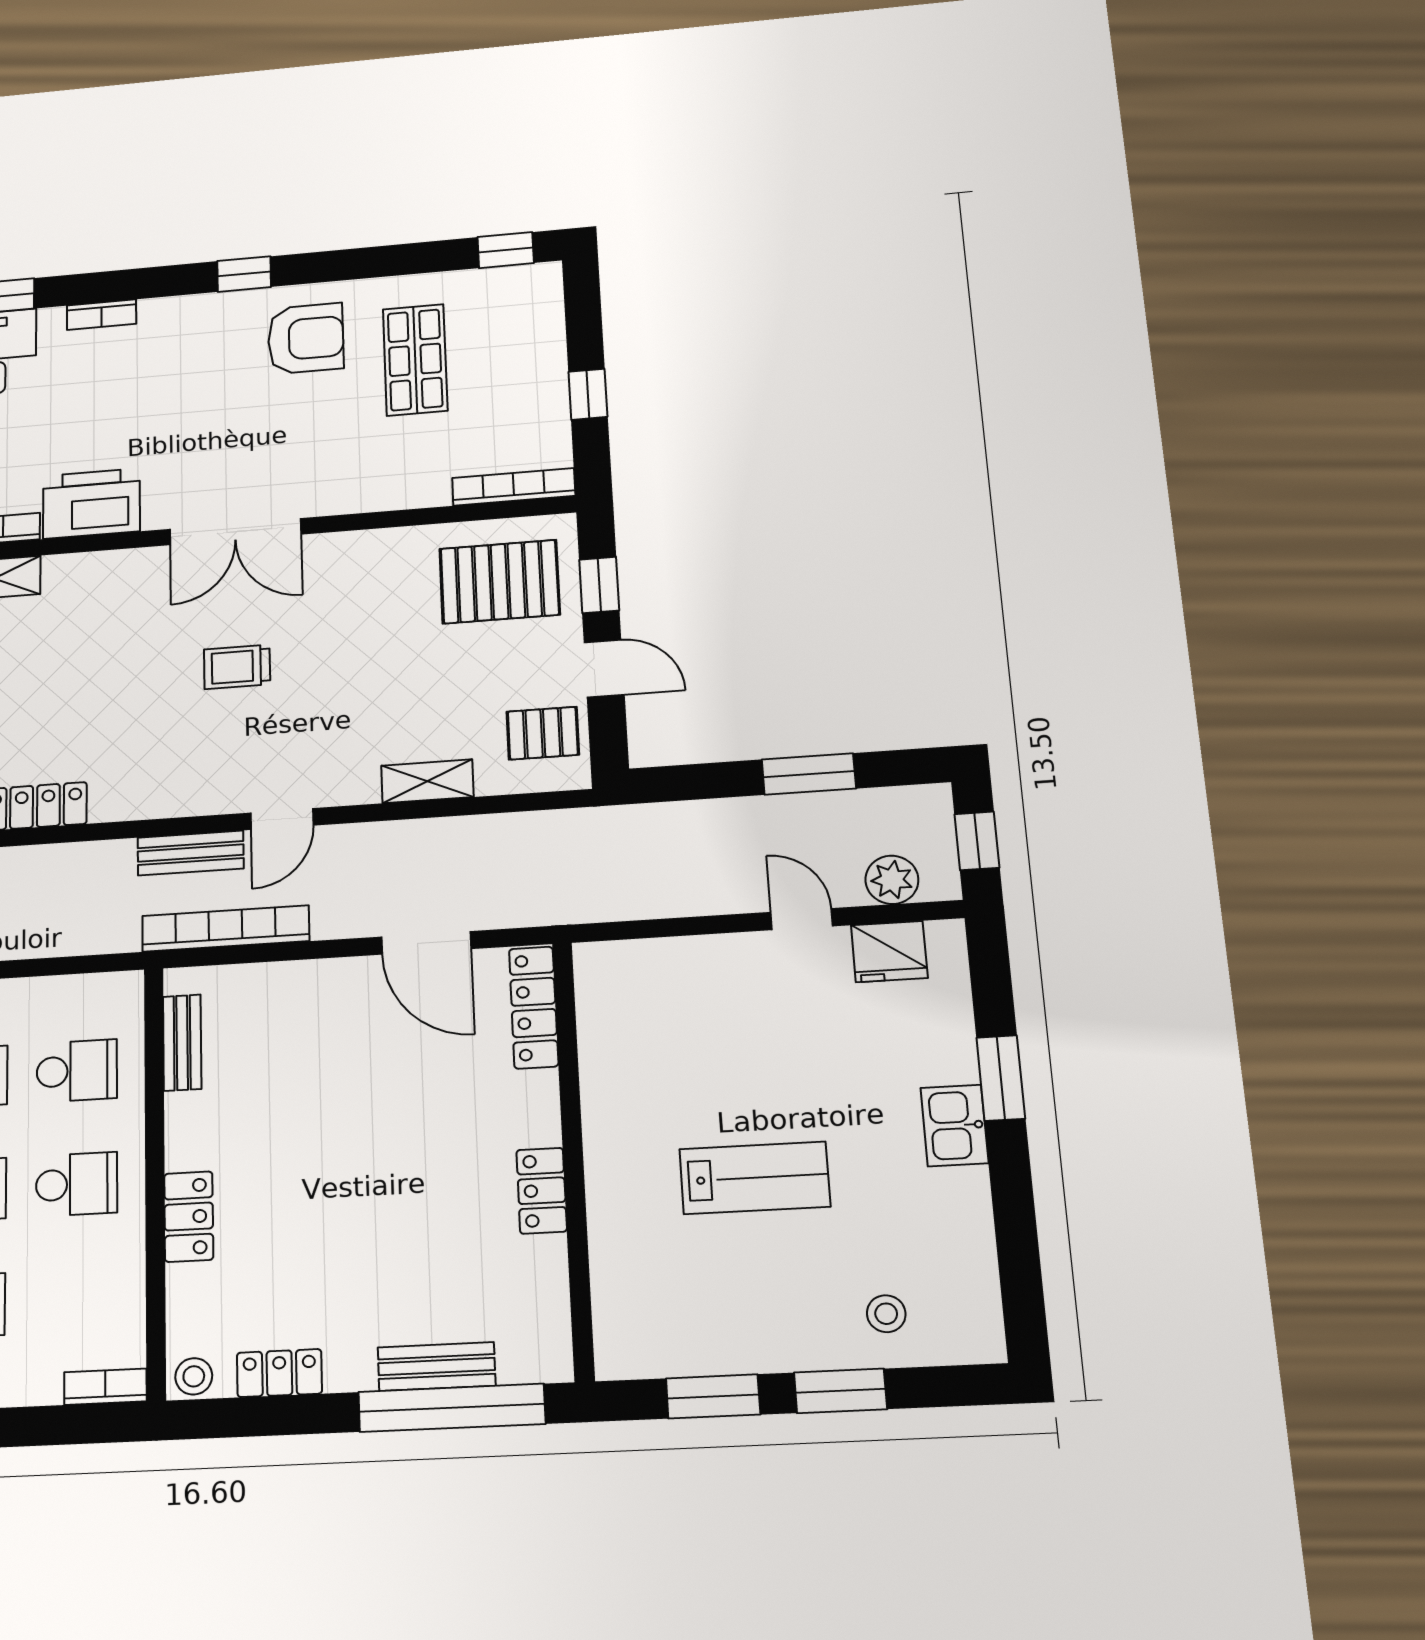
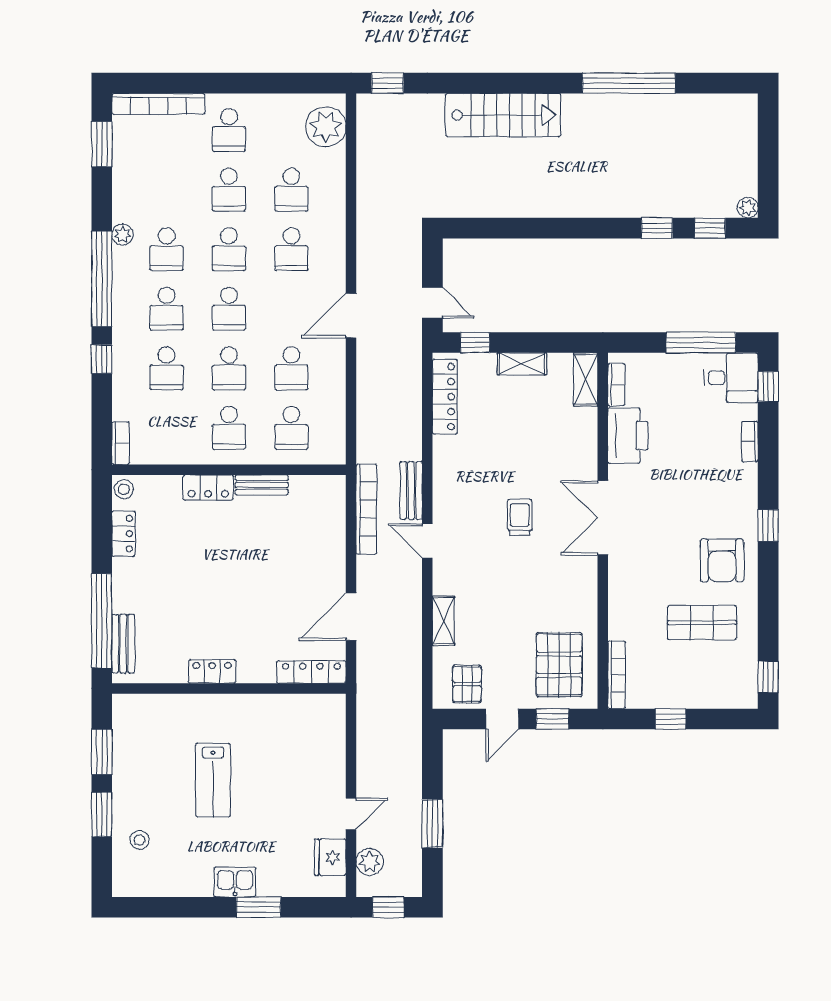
bench: (182, 1043) -> (262, 485), moved
bench: (437, 1367) -> (123, 644), moved

